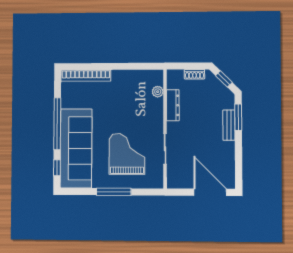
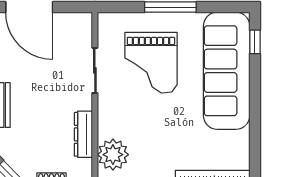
plant: (158, 92) -> (113, 155), width x1.87, depth x1.87
window: (57, 124) -> (255, 107), removed

